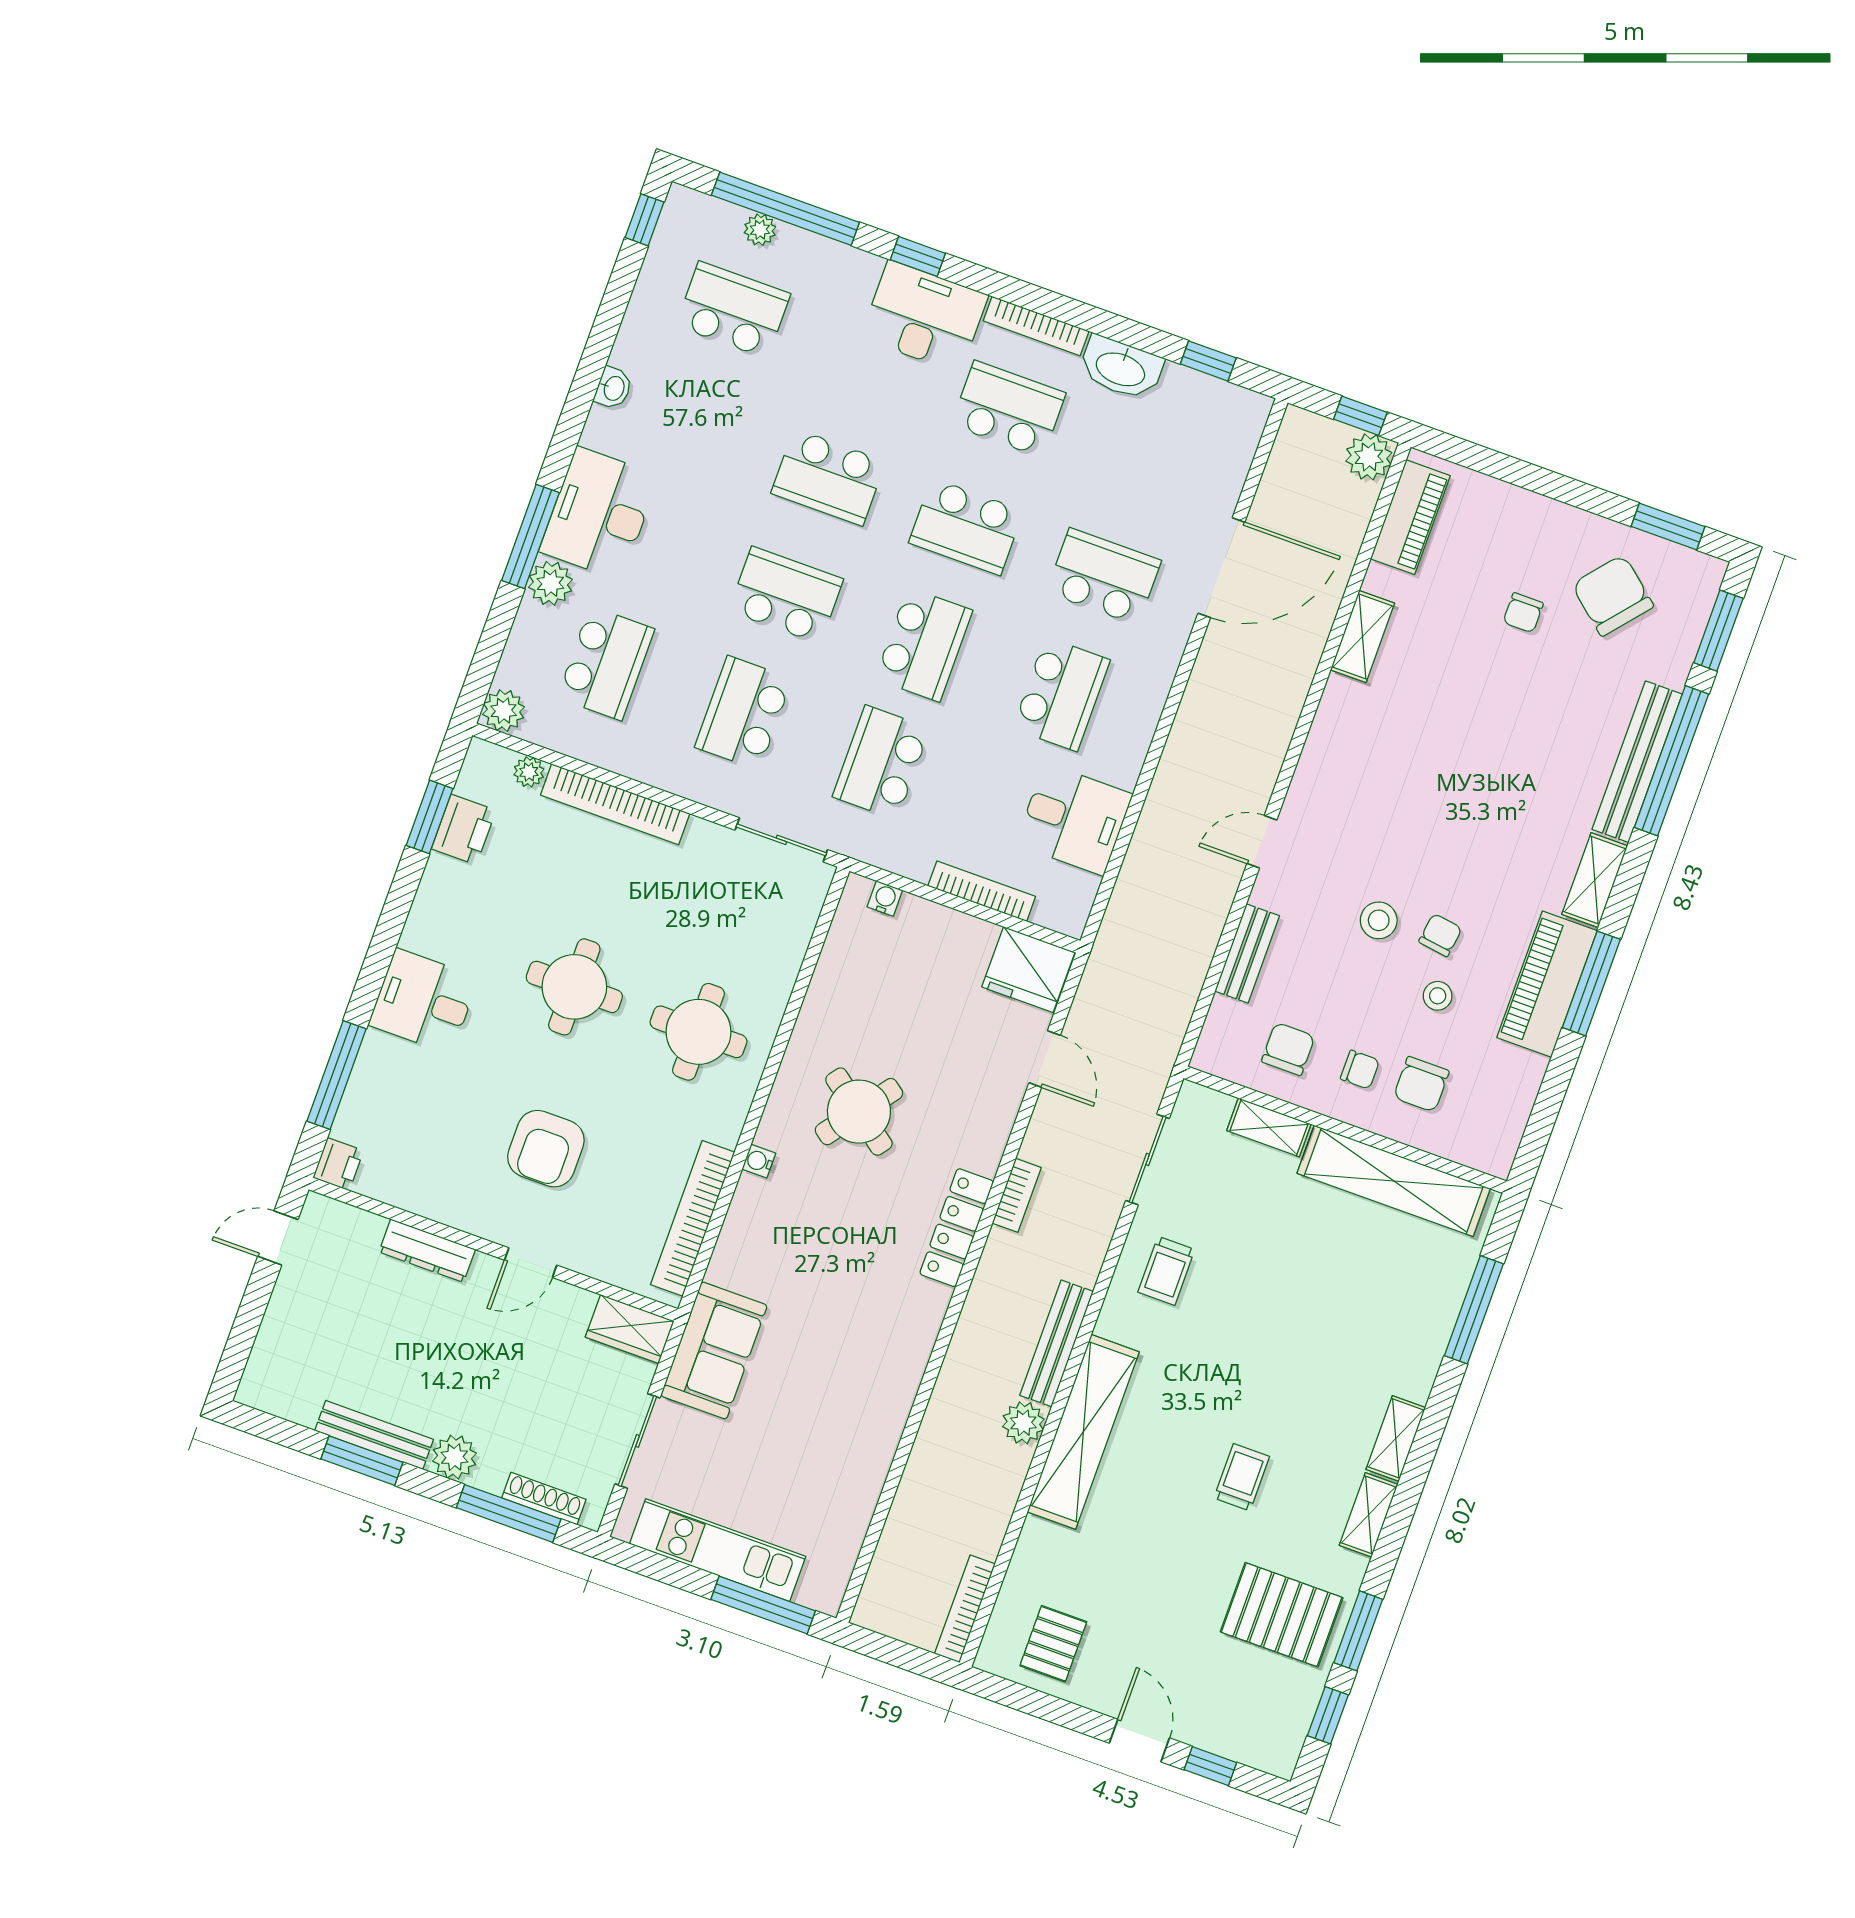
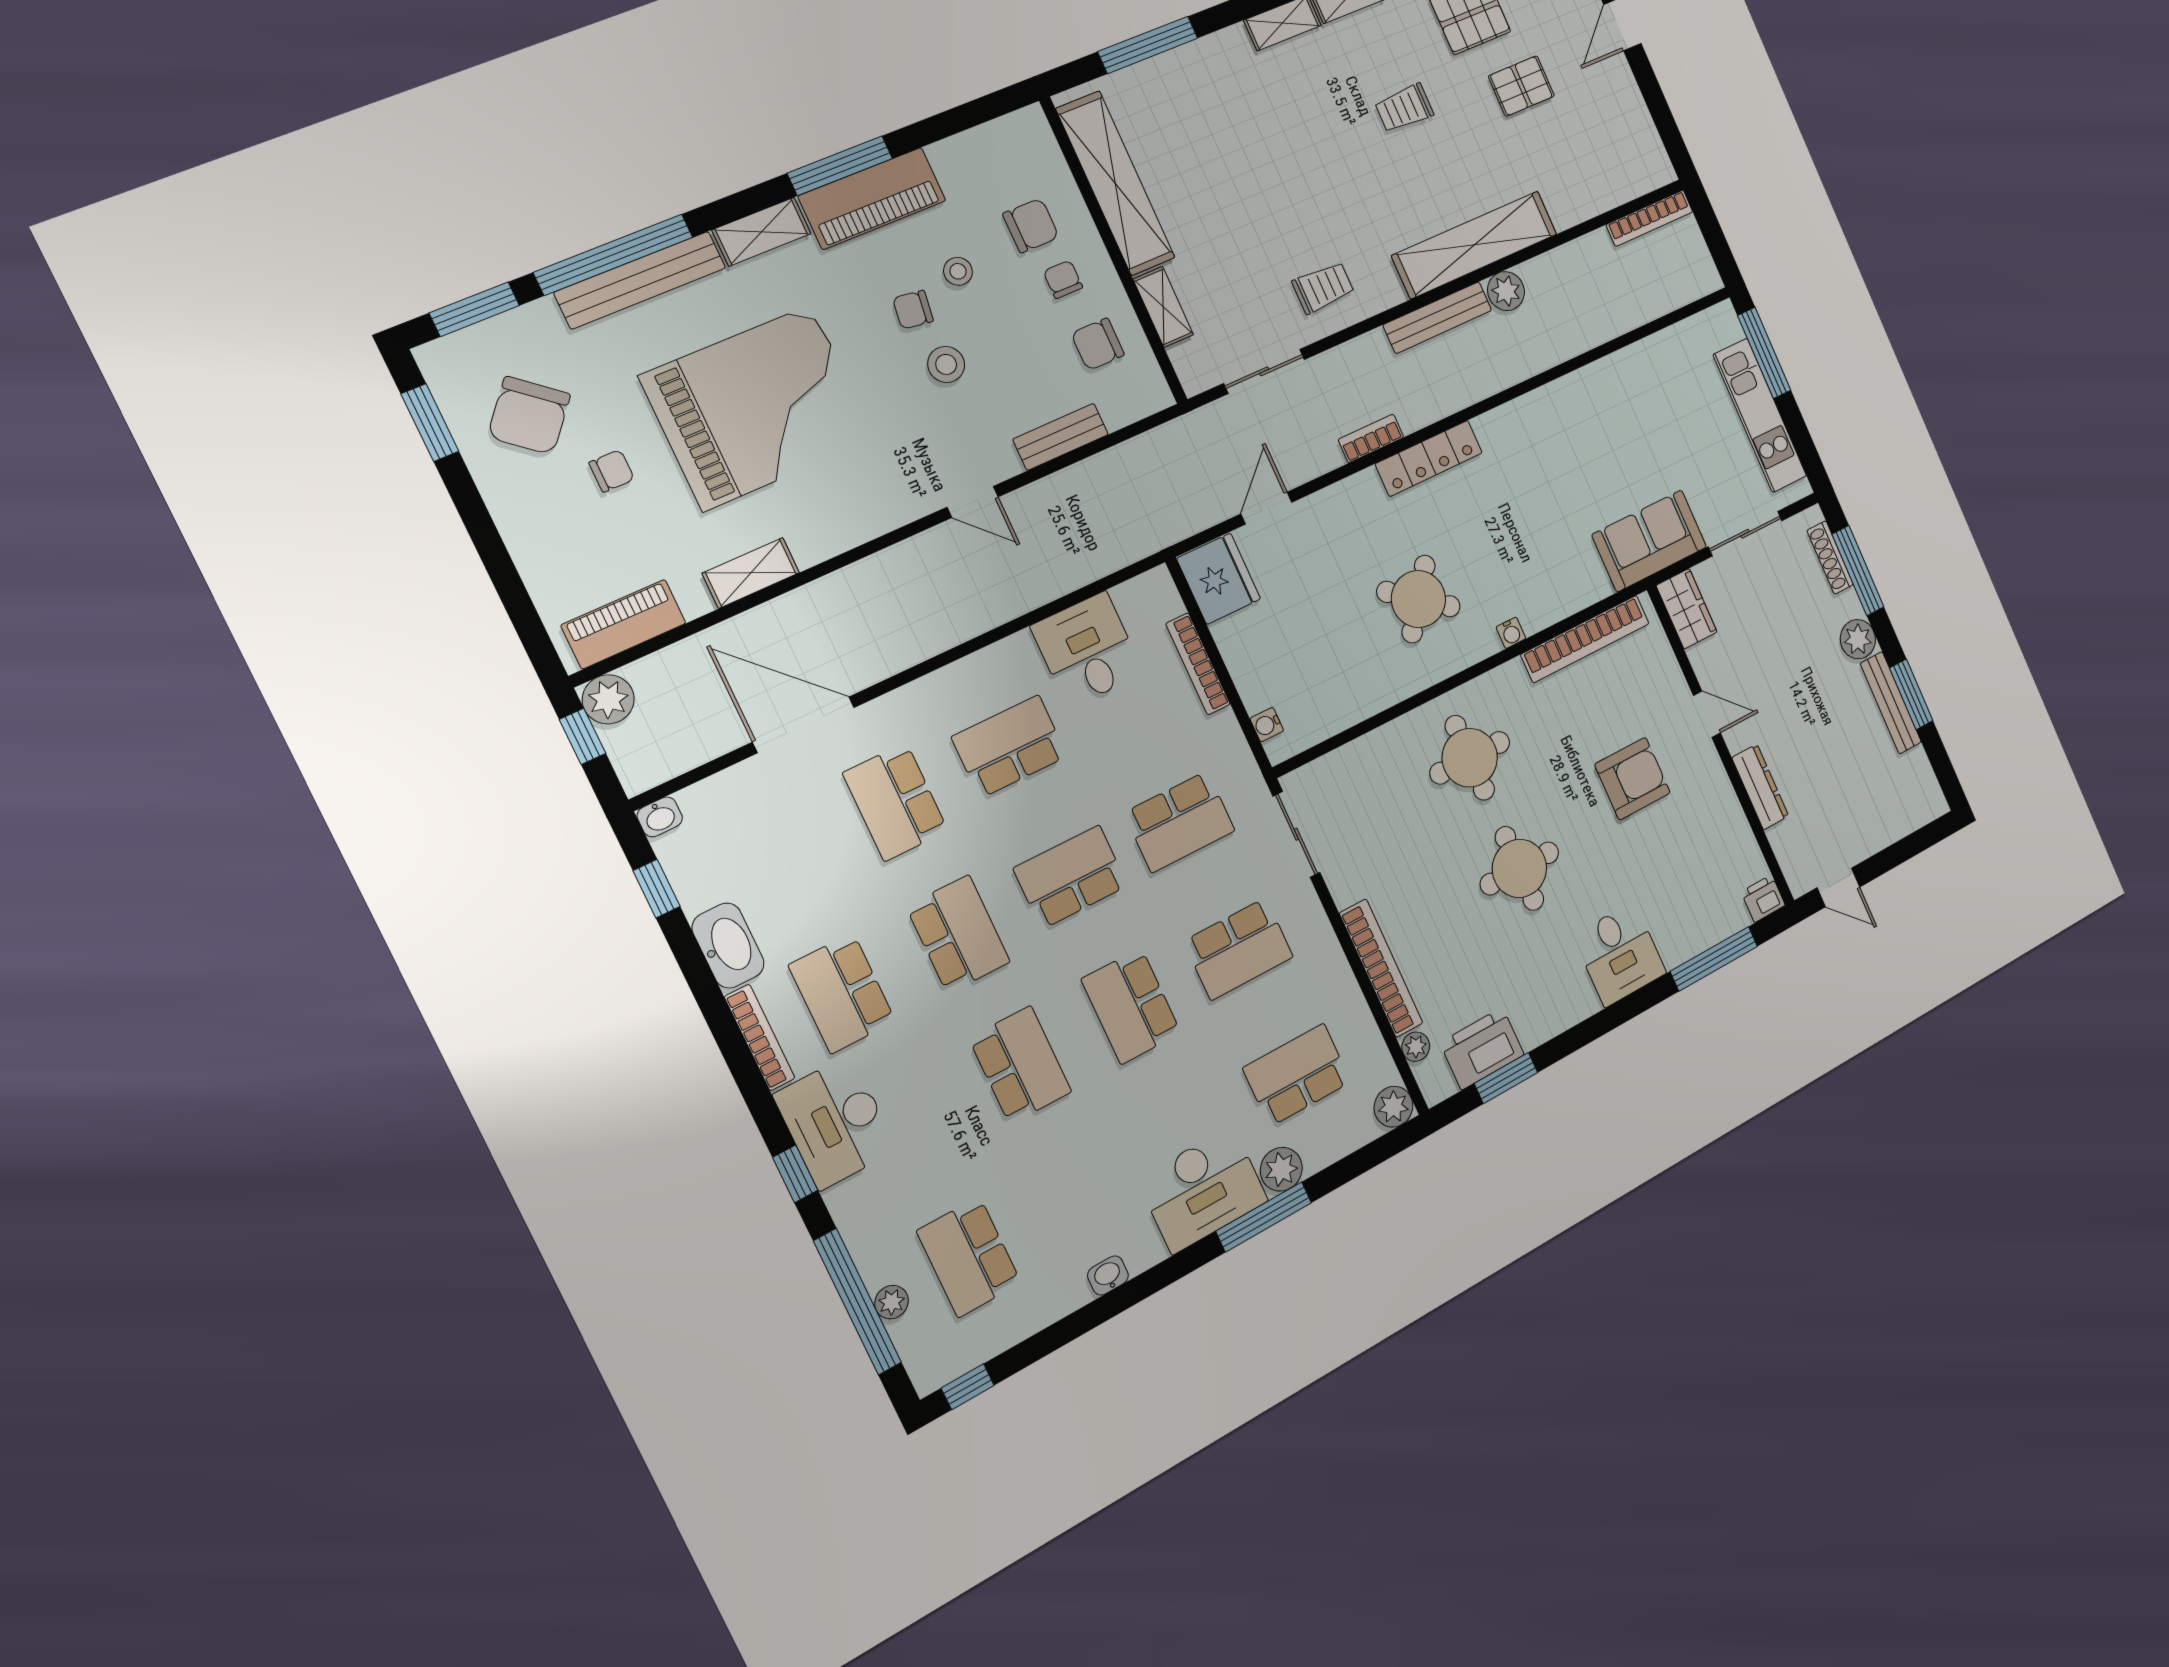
washbasin: (1255, 411) -> (660, 817), added
grand piano: (1474, 755) -> (758, 408), added
printer: (464, 830) -> (1482, 1049), width x1.37, depth x1.19
pallet: (1053, 1644) -> (1521, 86), moved

